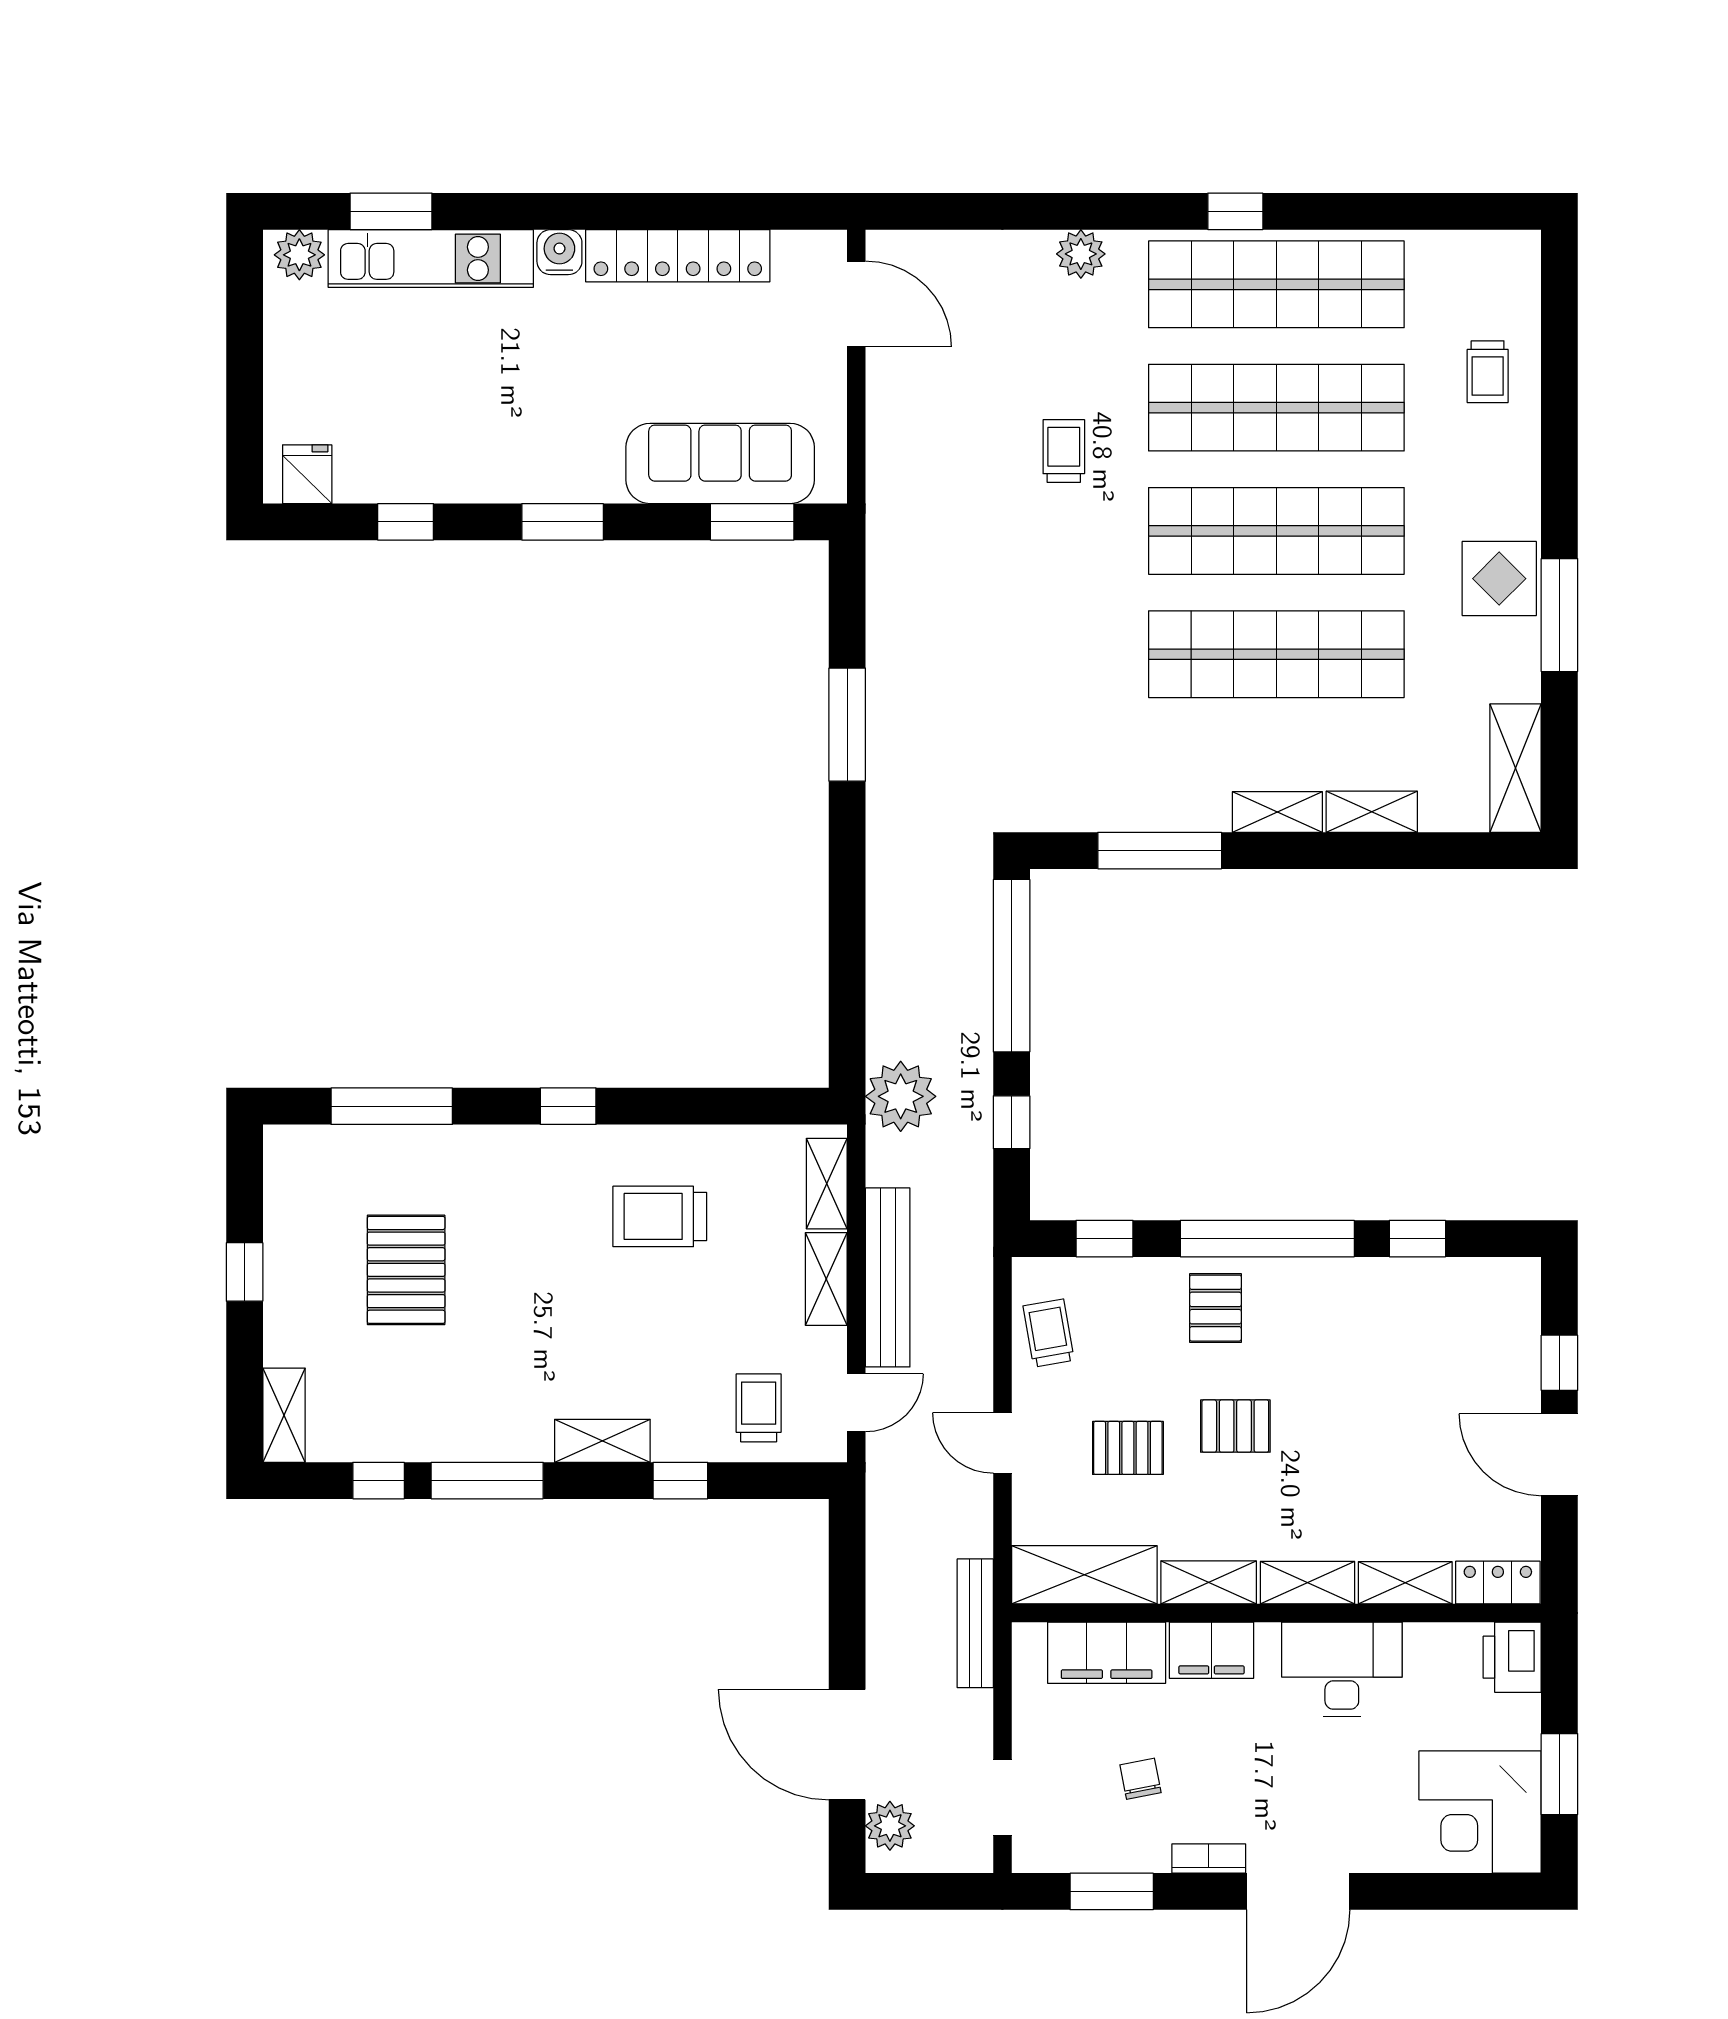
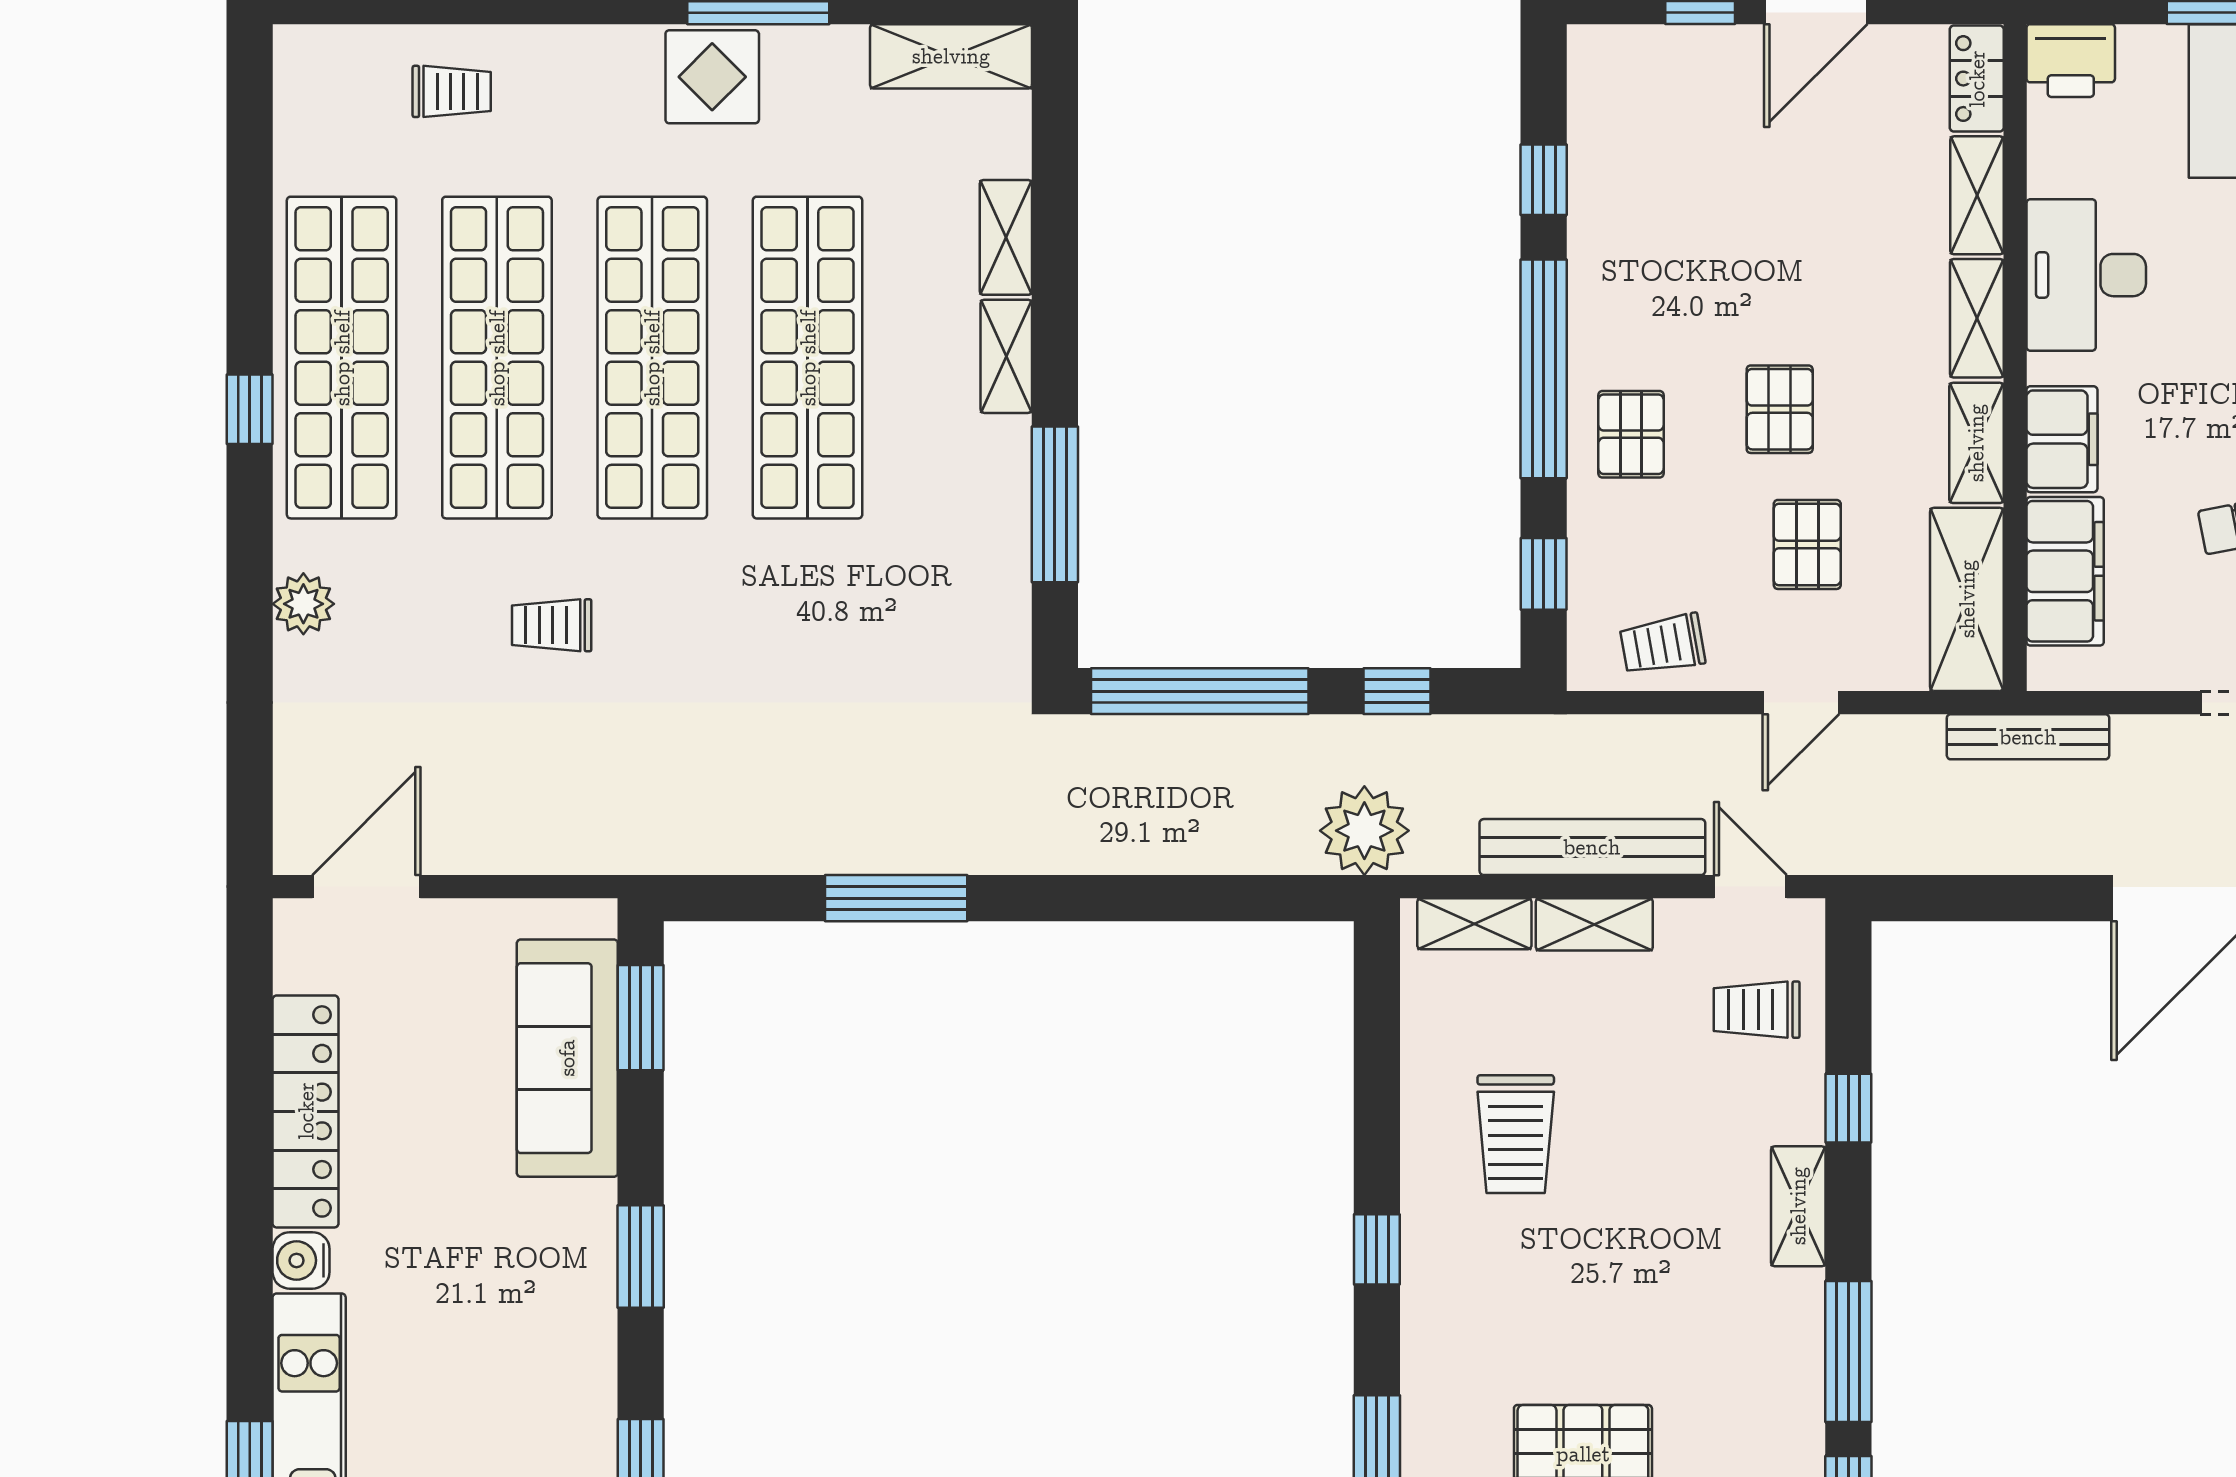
pallet: (1215, 1308) -> (1631, 434), turned 90

